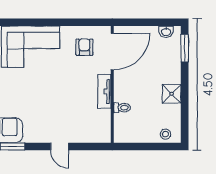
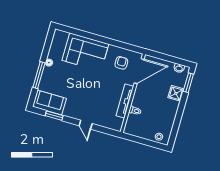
tv unit: (104, 91) -> (125, 101), width x1.41
shower: (172, 94) -> (176, 93), moved

